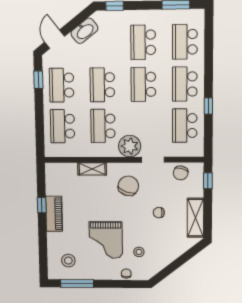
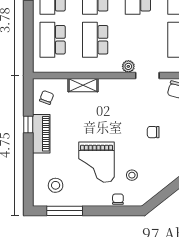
plant: (130, 146) -> (128, 66), width x0.53, depth x0.53
chair: (128, 186) -> (47, 97), moved, width x0.54, depth x0.54

